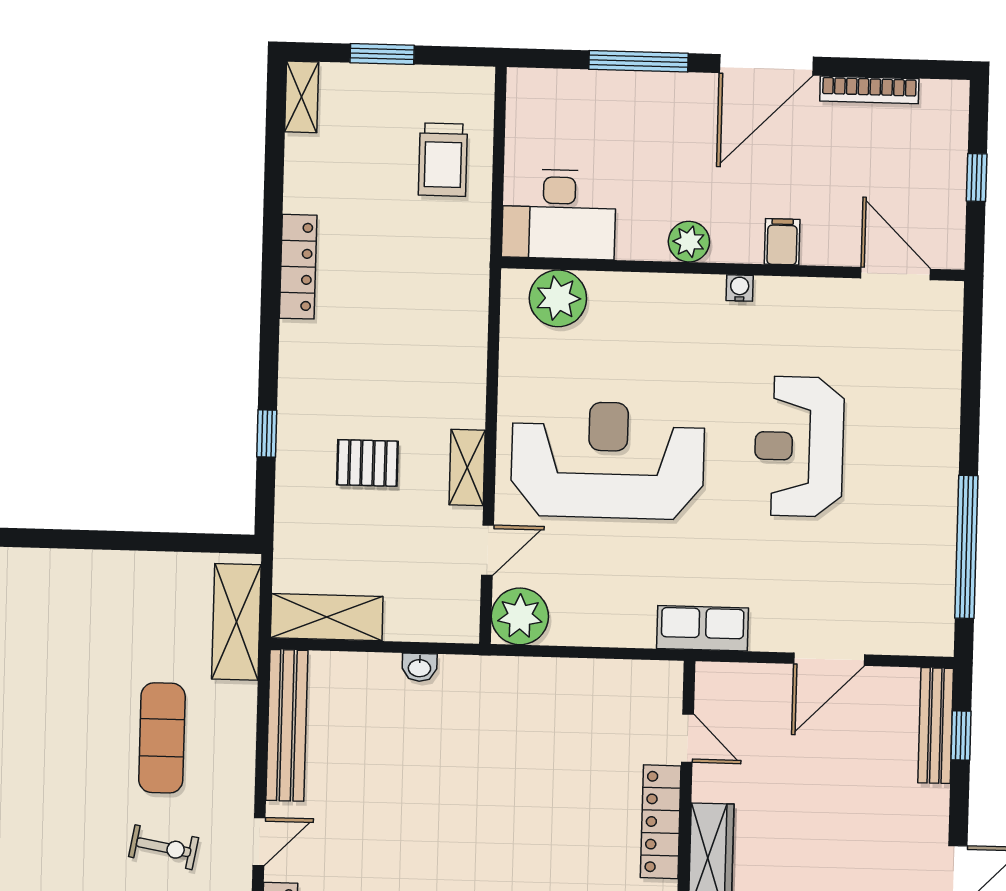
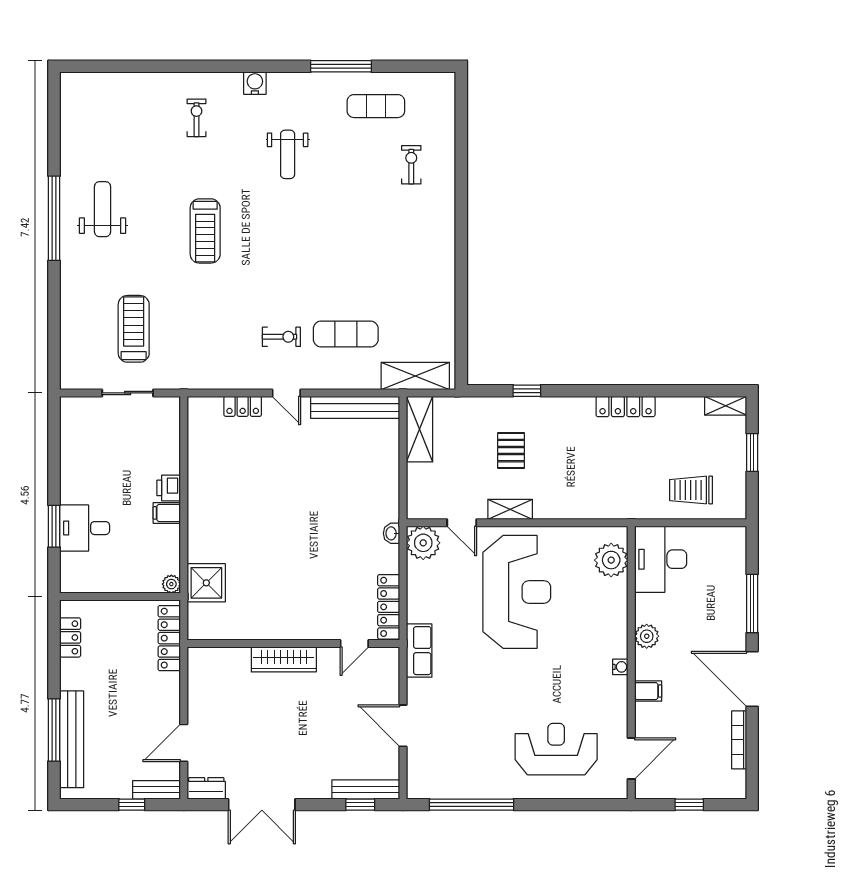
reception desk: (799, 446) -> (556, 749), moved
washbasin: (419, 667) -> (392, 533), moved
locker: (661, 822) -> (389, 607), moved, turned -90
exercise bike: (164, 847) -> (281, 337), turned -100

